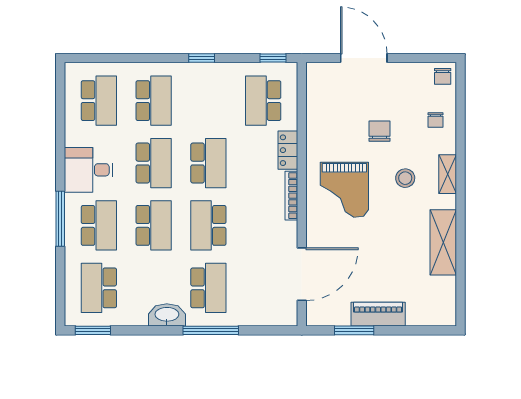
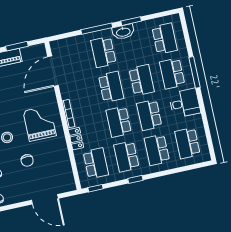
school desk: (208, 101) -> (126, 157), added
school desk: (154, 225) -> (142, 80), turned 180
window: (93, 330) -> (131, 21), moved

